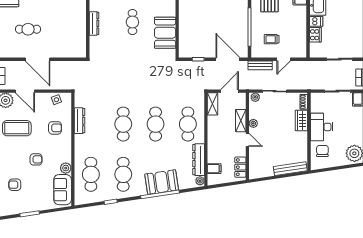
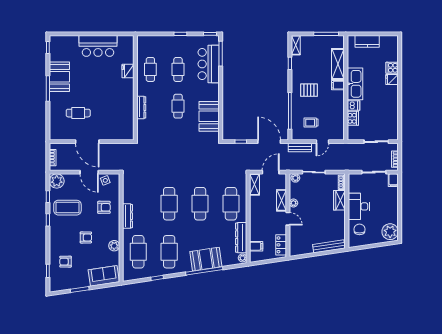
door: (25, 91) -> (89, 172), moved
dresser: (80, 121) -> (127, 216), moved
sofa: (63, 190) -> (104, 276), moved, turned 82

